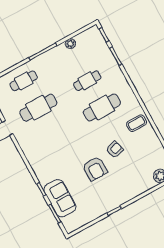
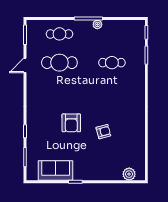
plant: (70, 44) -> (97, 24), moved
cafe table: (102, 108) -> (112, 91), removed
coffee table: (137, 123) -> (133, 120), removed
armchair: (95, 169) -> (71, 123), moved
sofa: (60, 198) -> (56, 171), moved, turned -90

